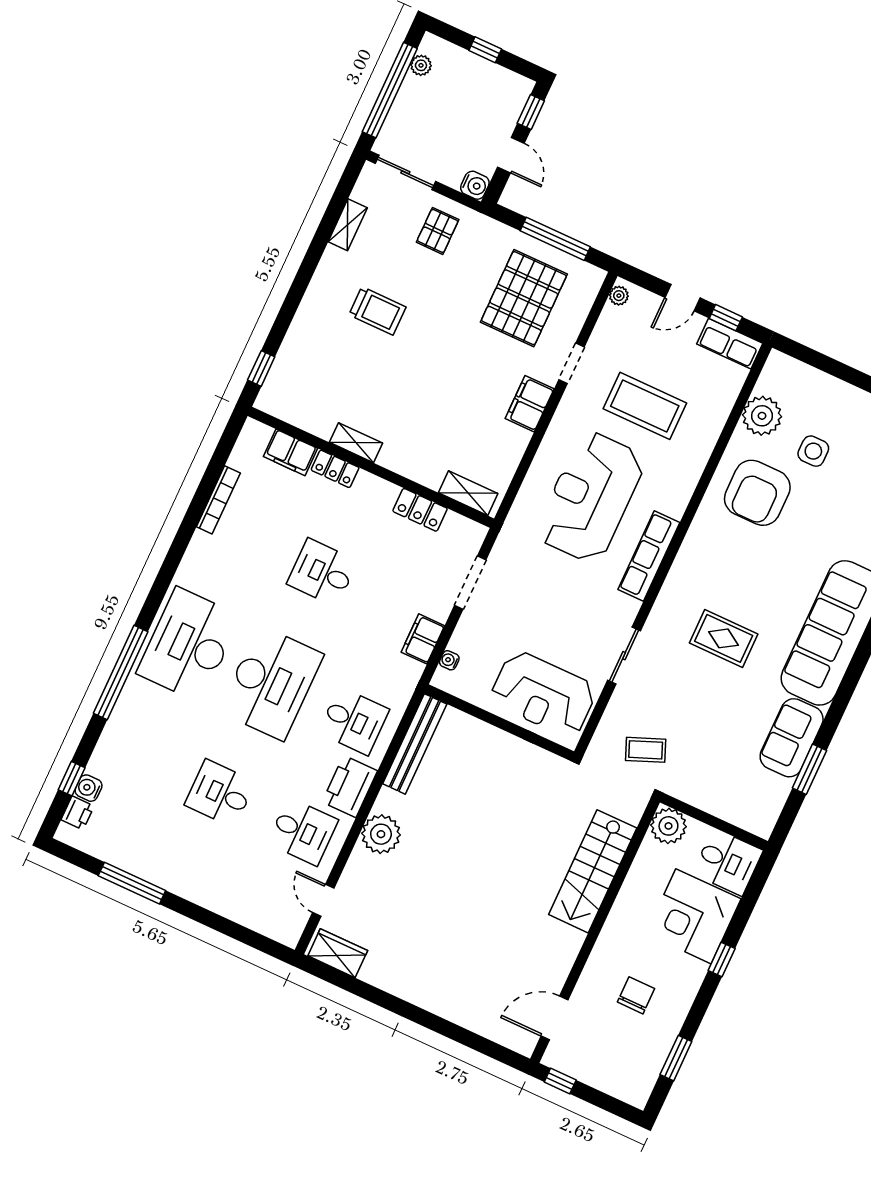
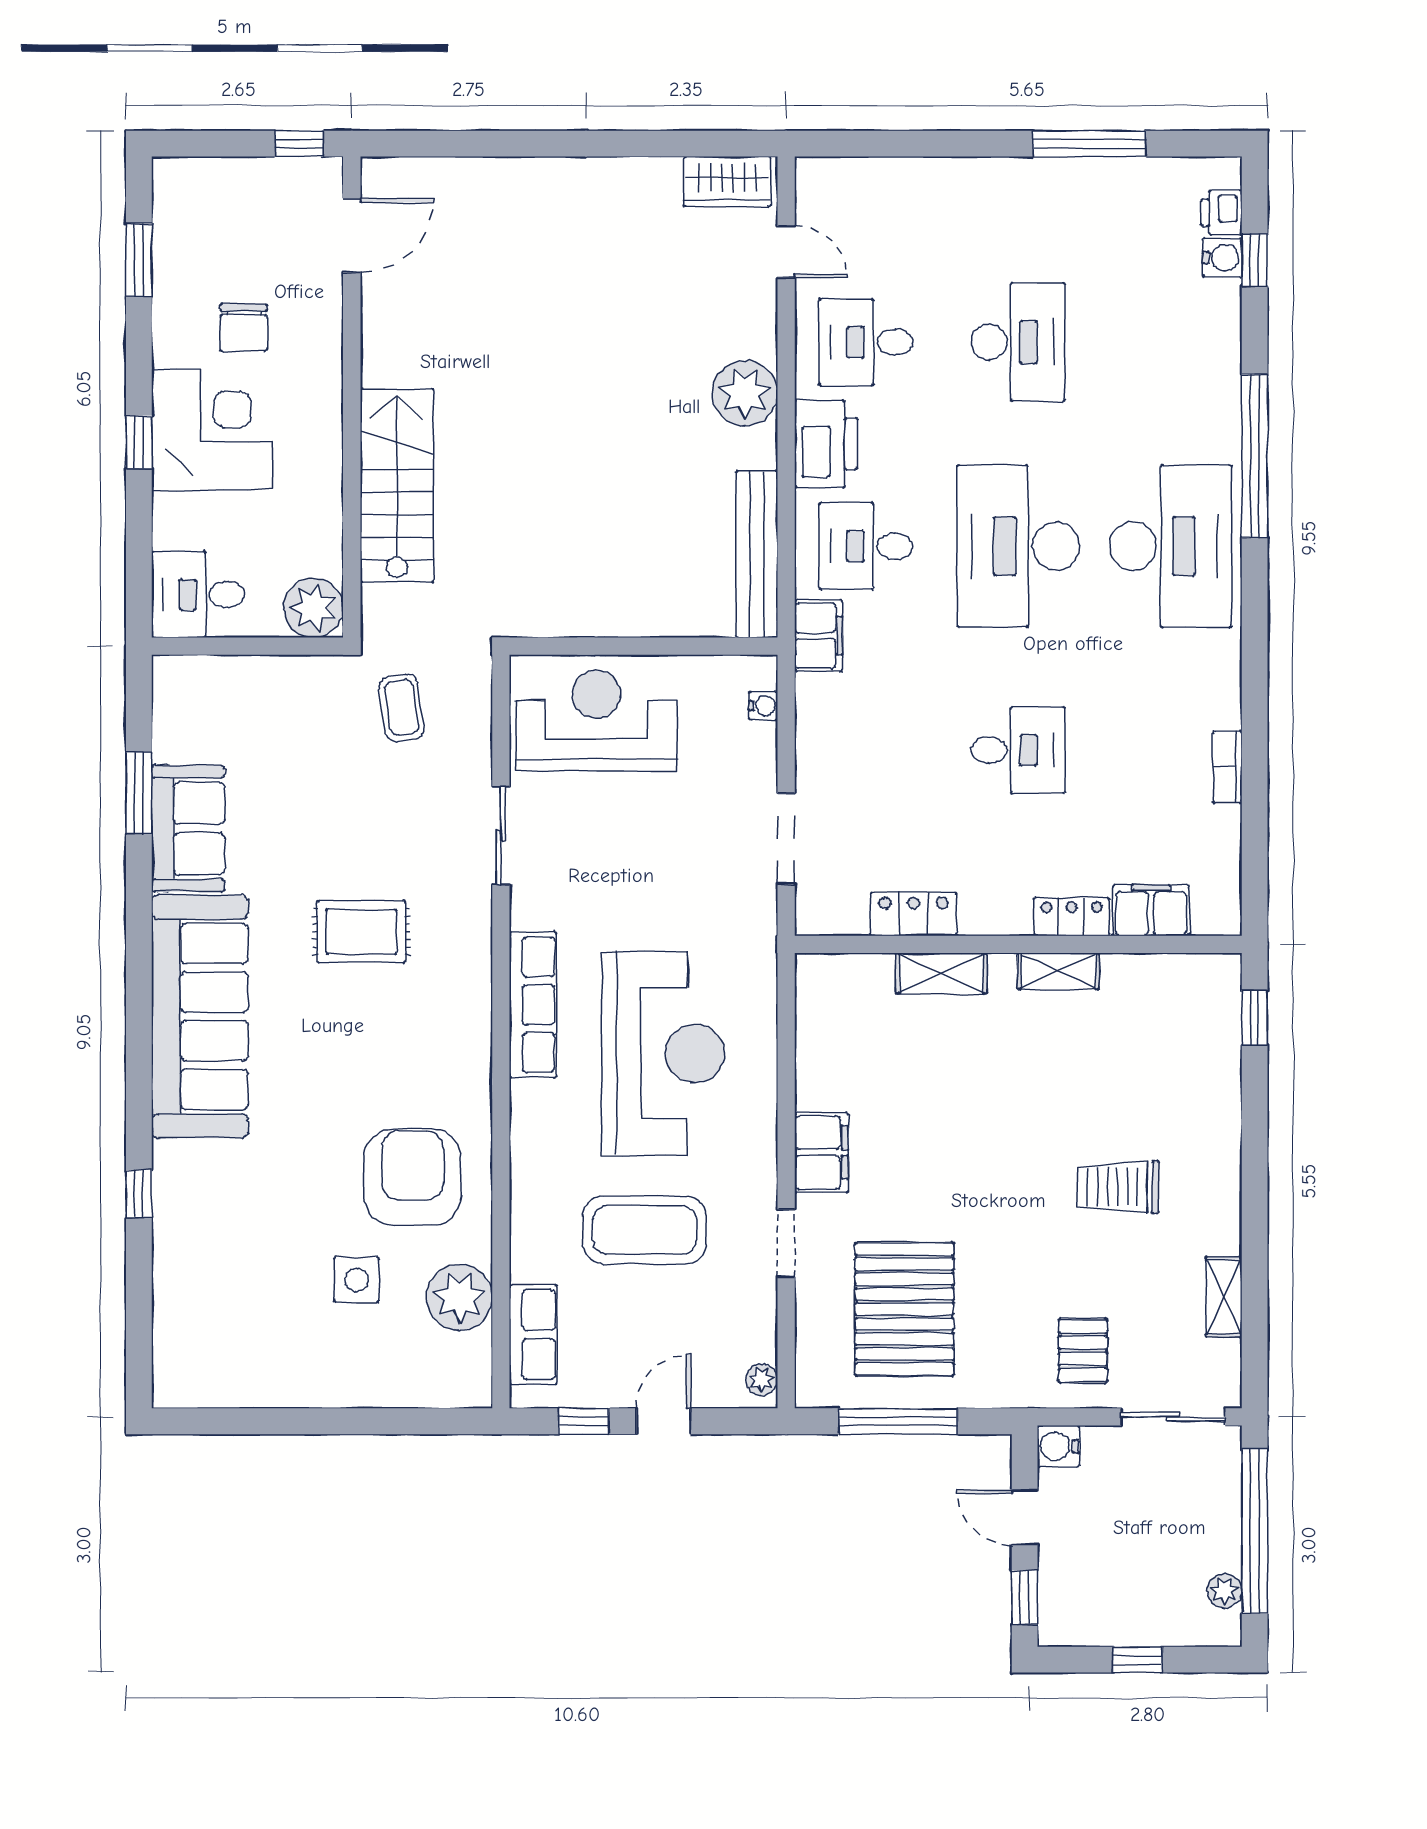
row of seats: (730, 344) -> (533, 1335), moved, turned 90
shelving: (468, 493) -> (941, 973), moved
bookcase: (218, 500) -> (1227, 767), width x0.64
filing cabinet: (423, 639) -> (818, 636), moved
coffee table: (646, 750) -> (402, 708), turned -76
desk: (220, 793) -> (1018, 342), width x1.37
corner desk: (693, 916) -> (212, 430), moved

